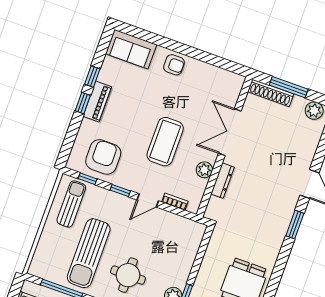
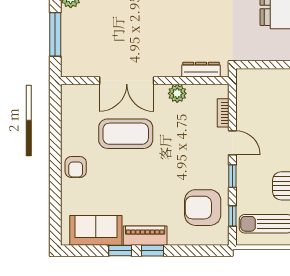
sofa: (131, 49) -> (96, 230), moved, turned -90
armchair: (174, 65) -> (76, 167), turned 180
shoe rack: (271, 93) -> (68, 52), removed
coffee table: (165, 142) -> (126, 134), moved
dresser: (223, 181) -> (201, 70), moved

